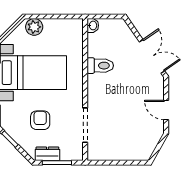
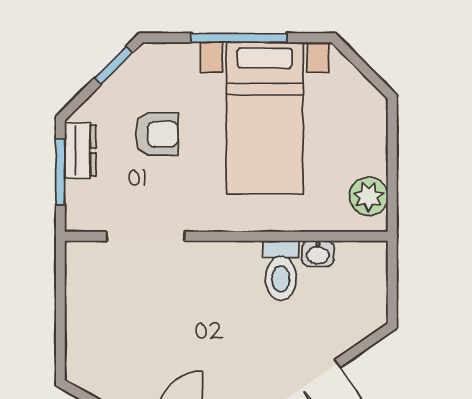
washbasin: (93, 25) -> (318, 253), moved
plant: (34, 27) -> (369, 196), moved

